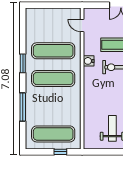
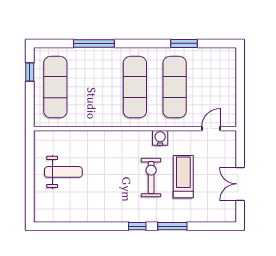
window: (23, 63) -> (184, 43), moved
window: (60, 152) -> (30, 72), moved

